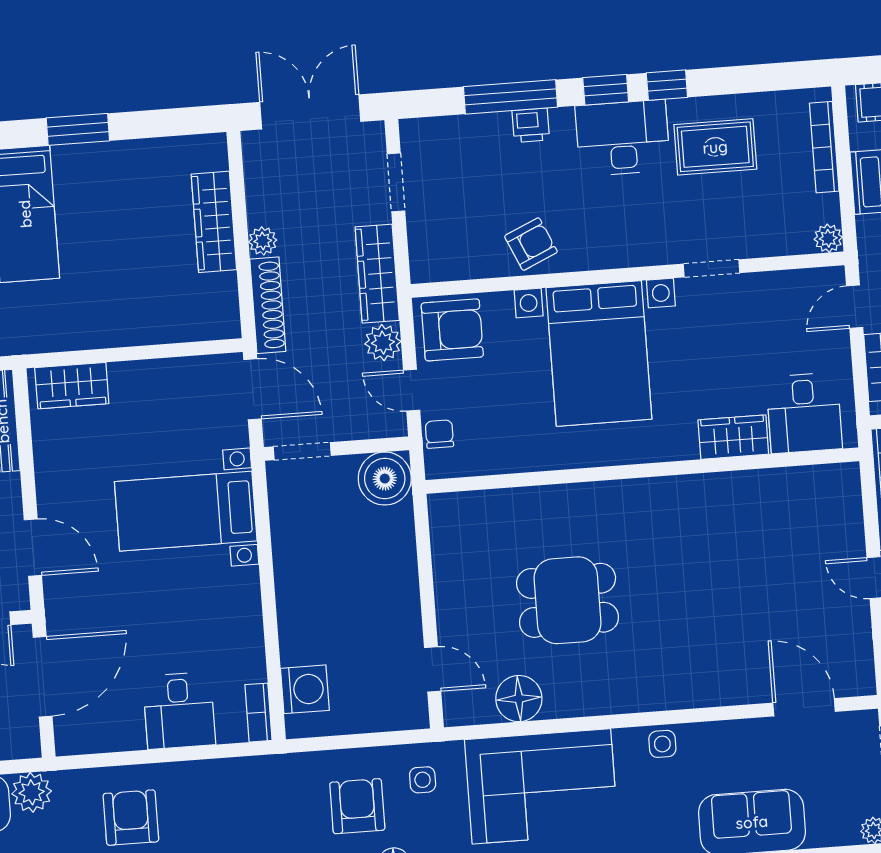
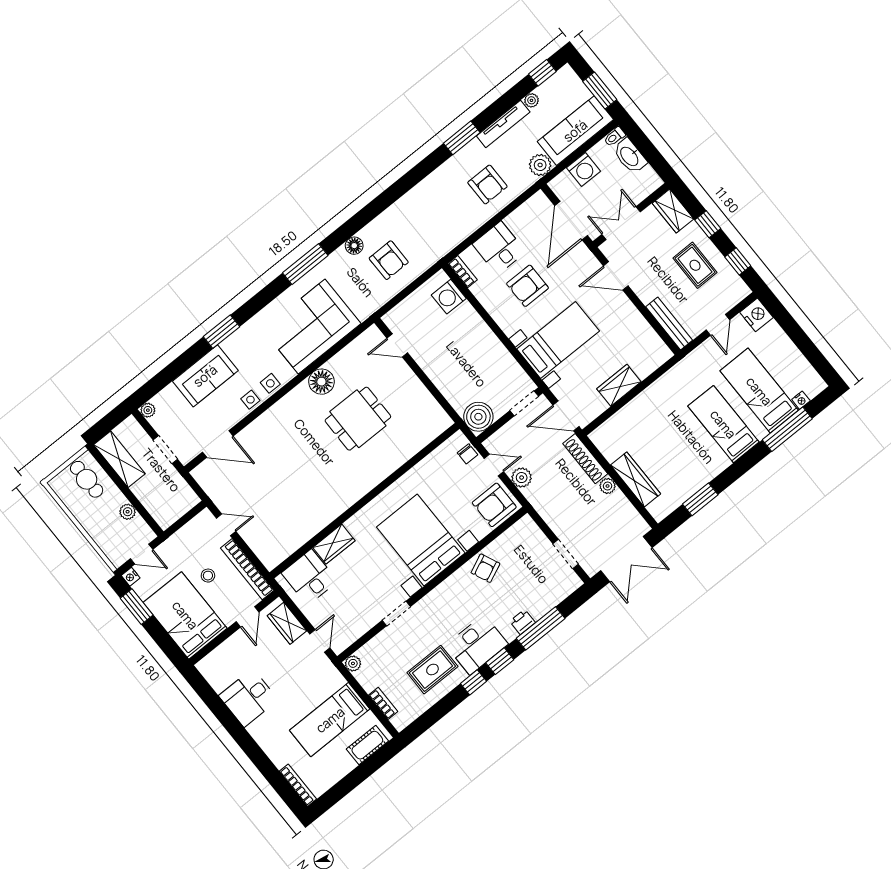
window: (78, 129) -> (700, 499), moved
bookcase: (824, 147) -> (383, 703), width x0.64
wardrobe: (377, 274) -> (546, 507), removed
wardrobe: (72, 386) -> (619, 385), moved
armchair: (176, 624) -> (528, 286), added
floor lamp: (519, 699) -> (321, 382), moved
side table: (423, 780) -> (250, 400), moved

